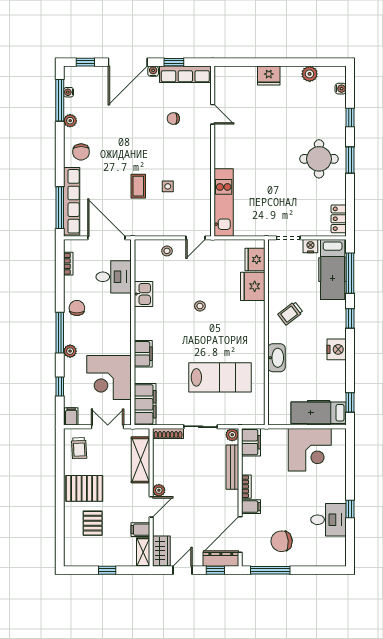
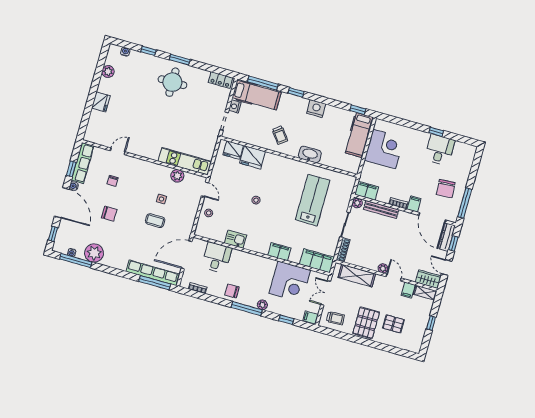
plant: (70, 121) -> (94, 253), width x1.87, depth x1.87
chair: (81, 152) -> (109, 214), moved
plant: (203, 198) -> (177, 176), added

